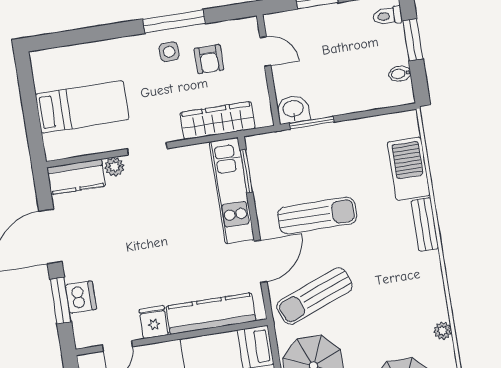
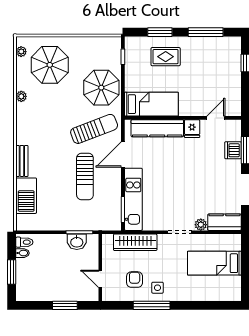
toilet: (388, 16) -> (24, 242), moved
washbasin: (293, 109) -> (77, 242), moved
sun lounger: (317, 215) -> (85, 177), turned -90

